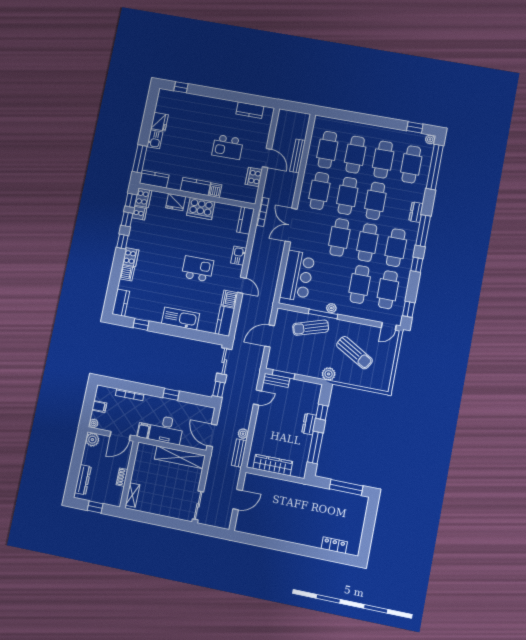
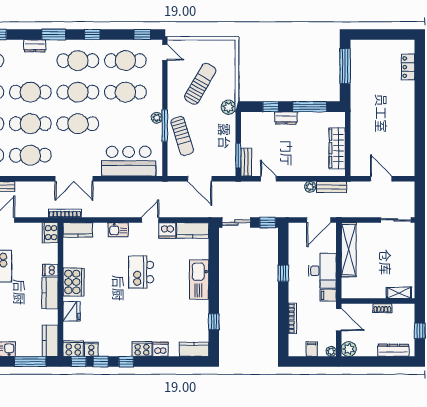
cooker: (254, 177) -> (50, 233), moved, turned 90
window: (423, 231) -> (54, 34), width x0.69

